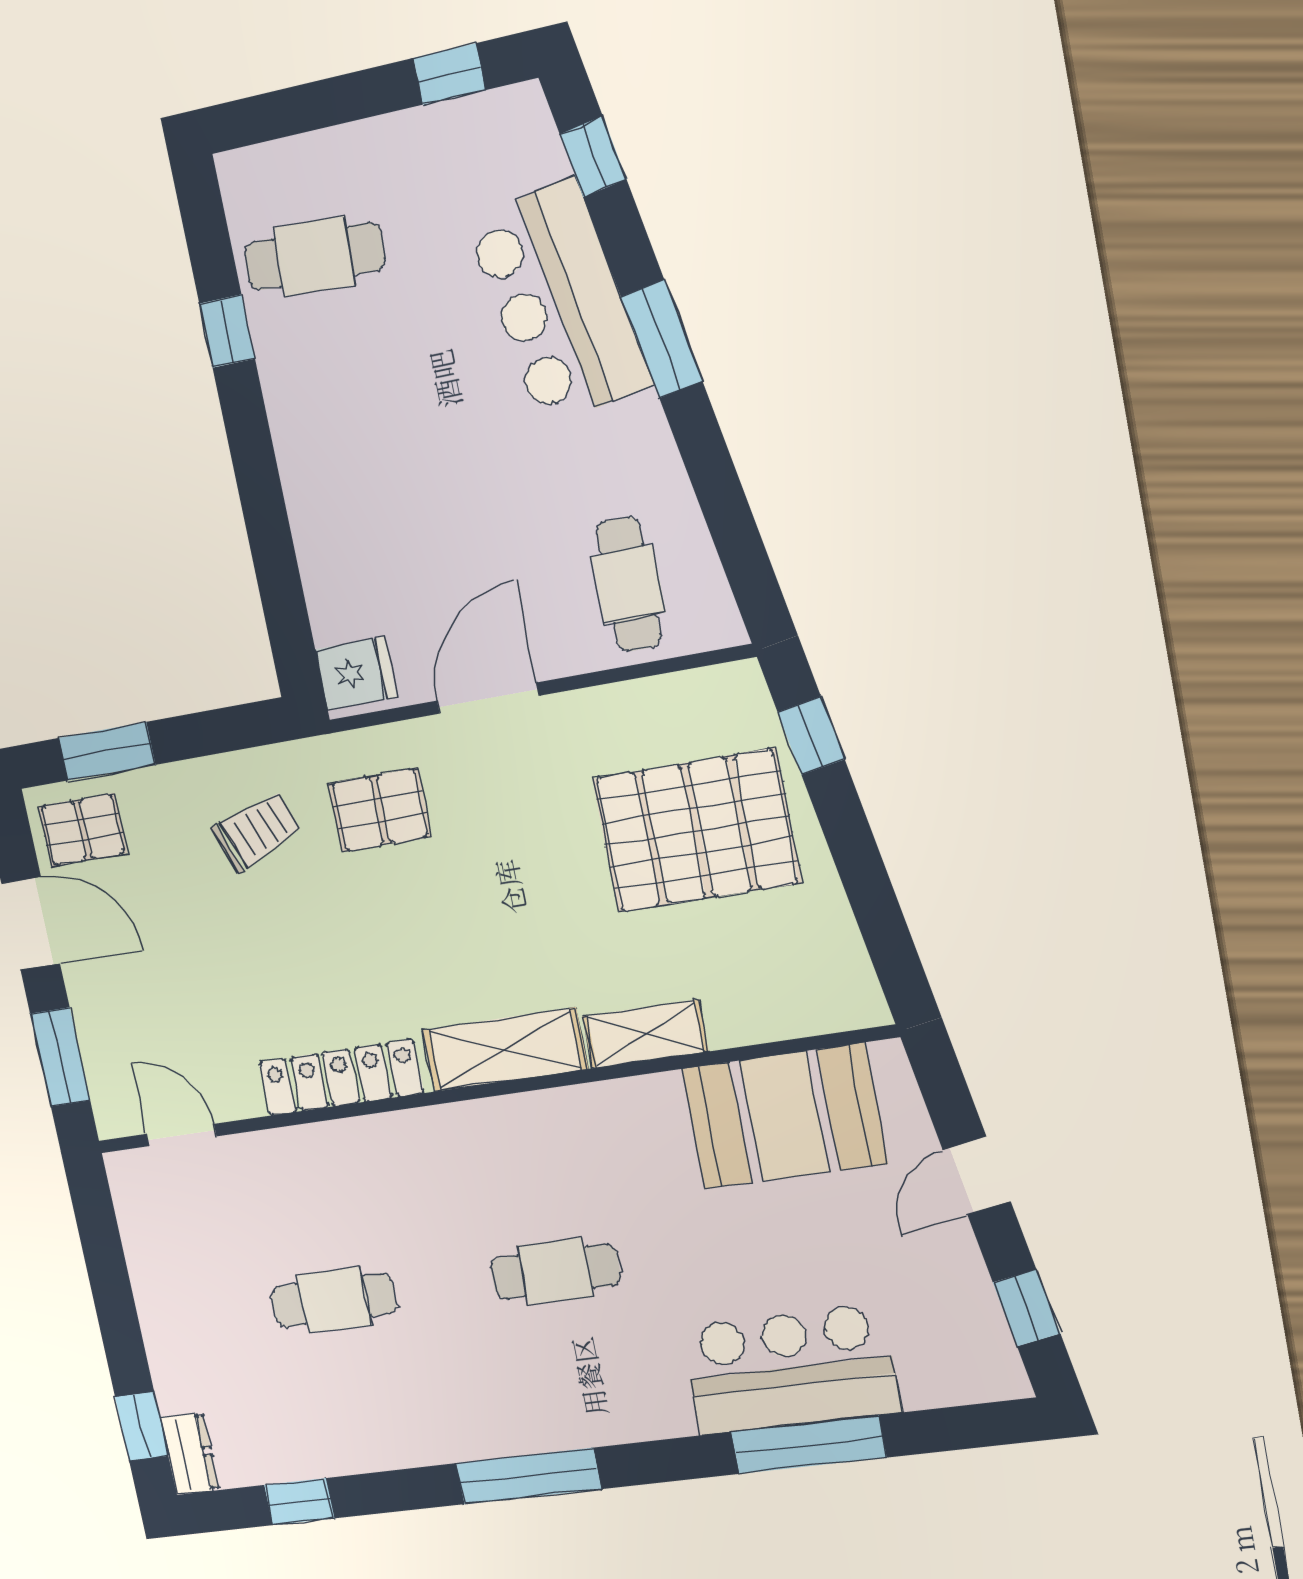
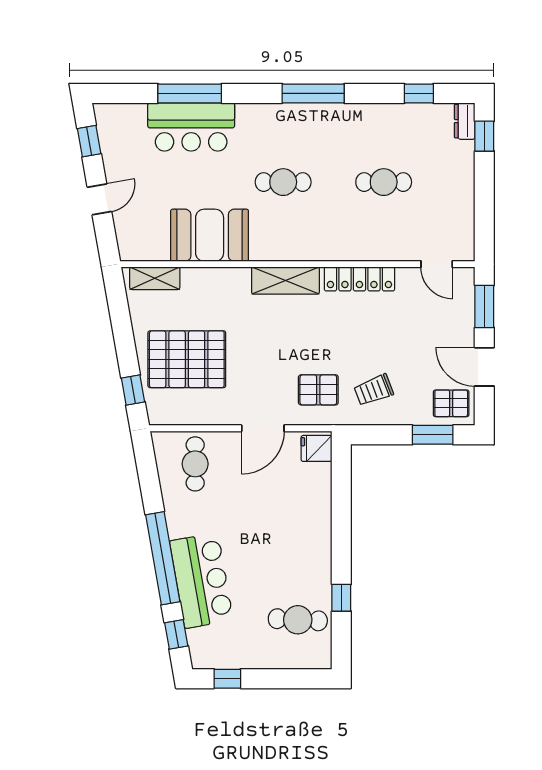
window: (662, 339) -> (163, 558), width x2.11
shelving: (645, 1034) -> (155, 278), moved
booth: (784, 1116) -> (210, 235), moved

